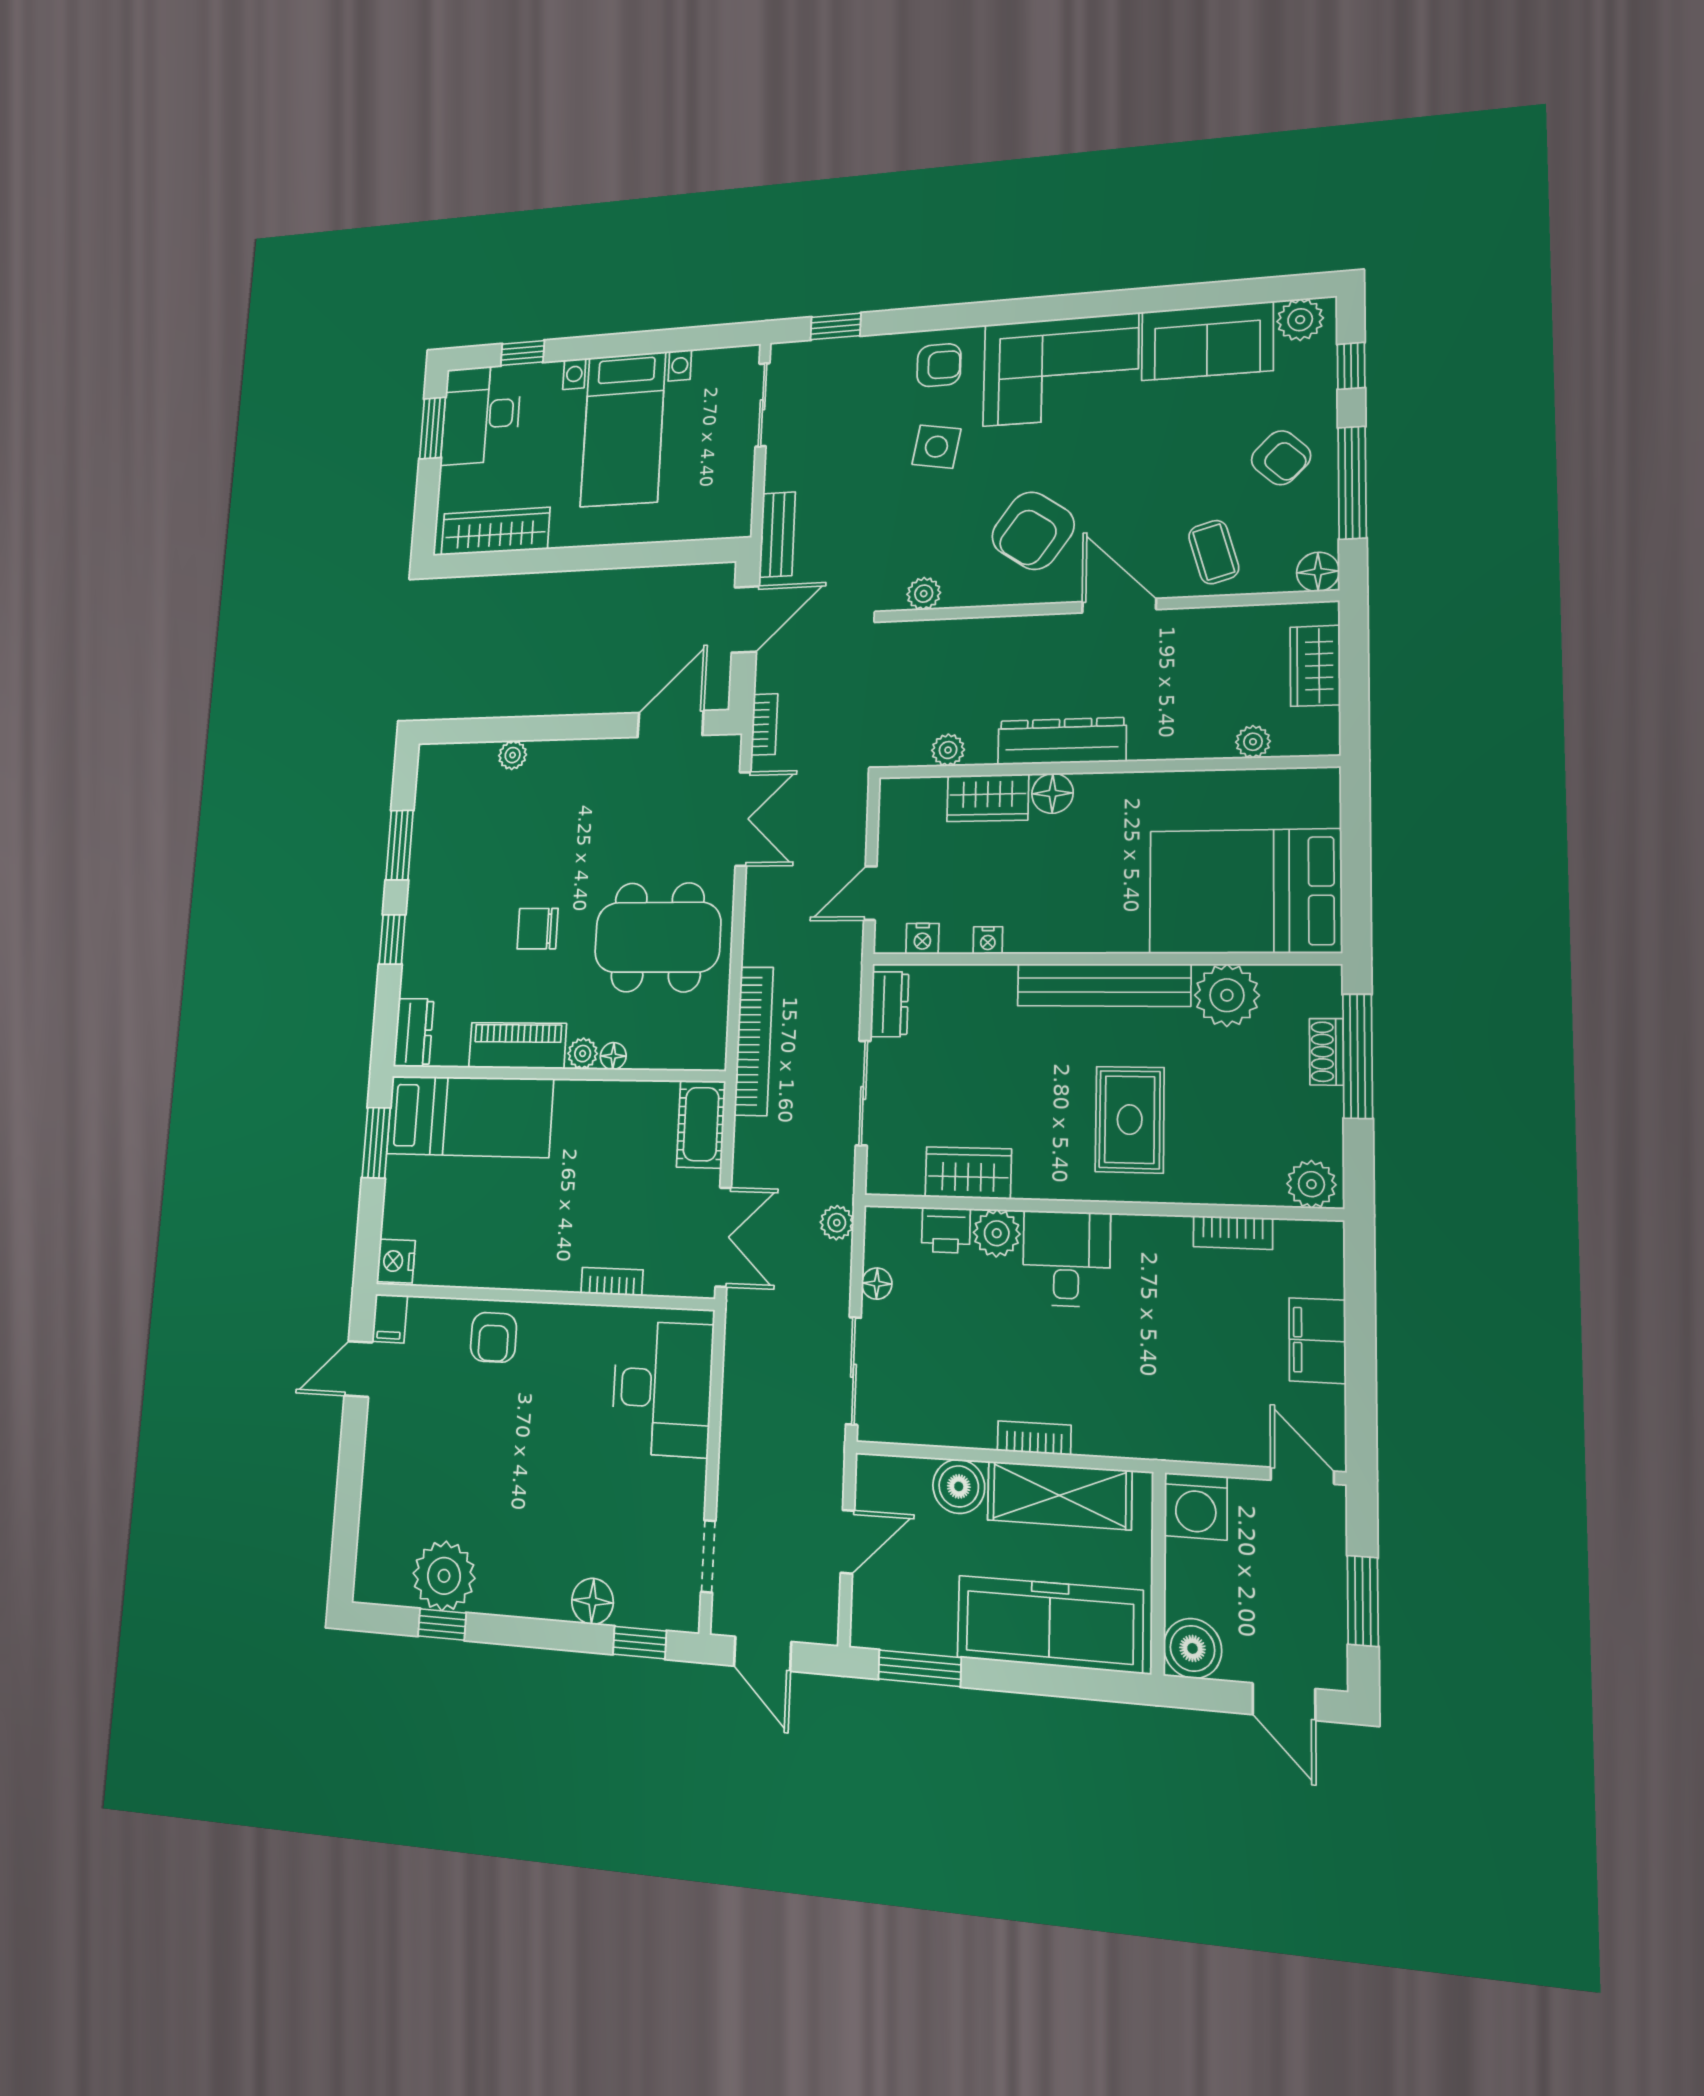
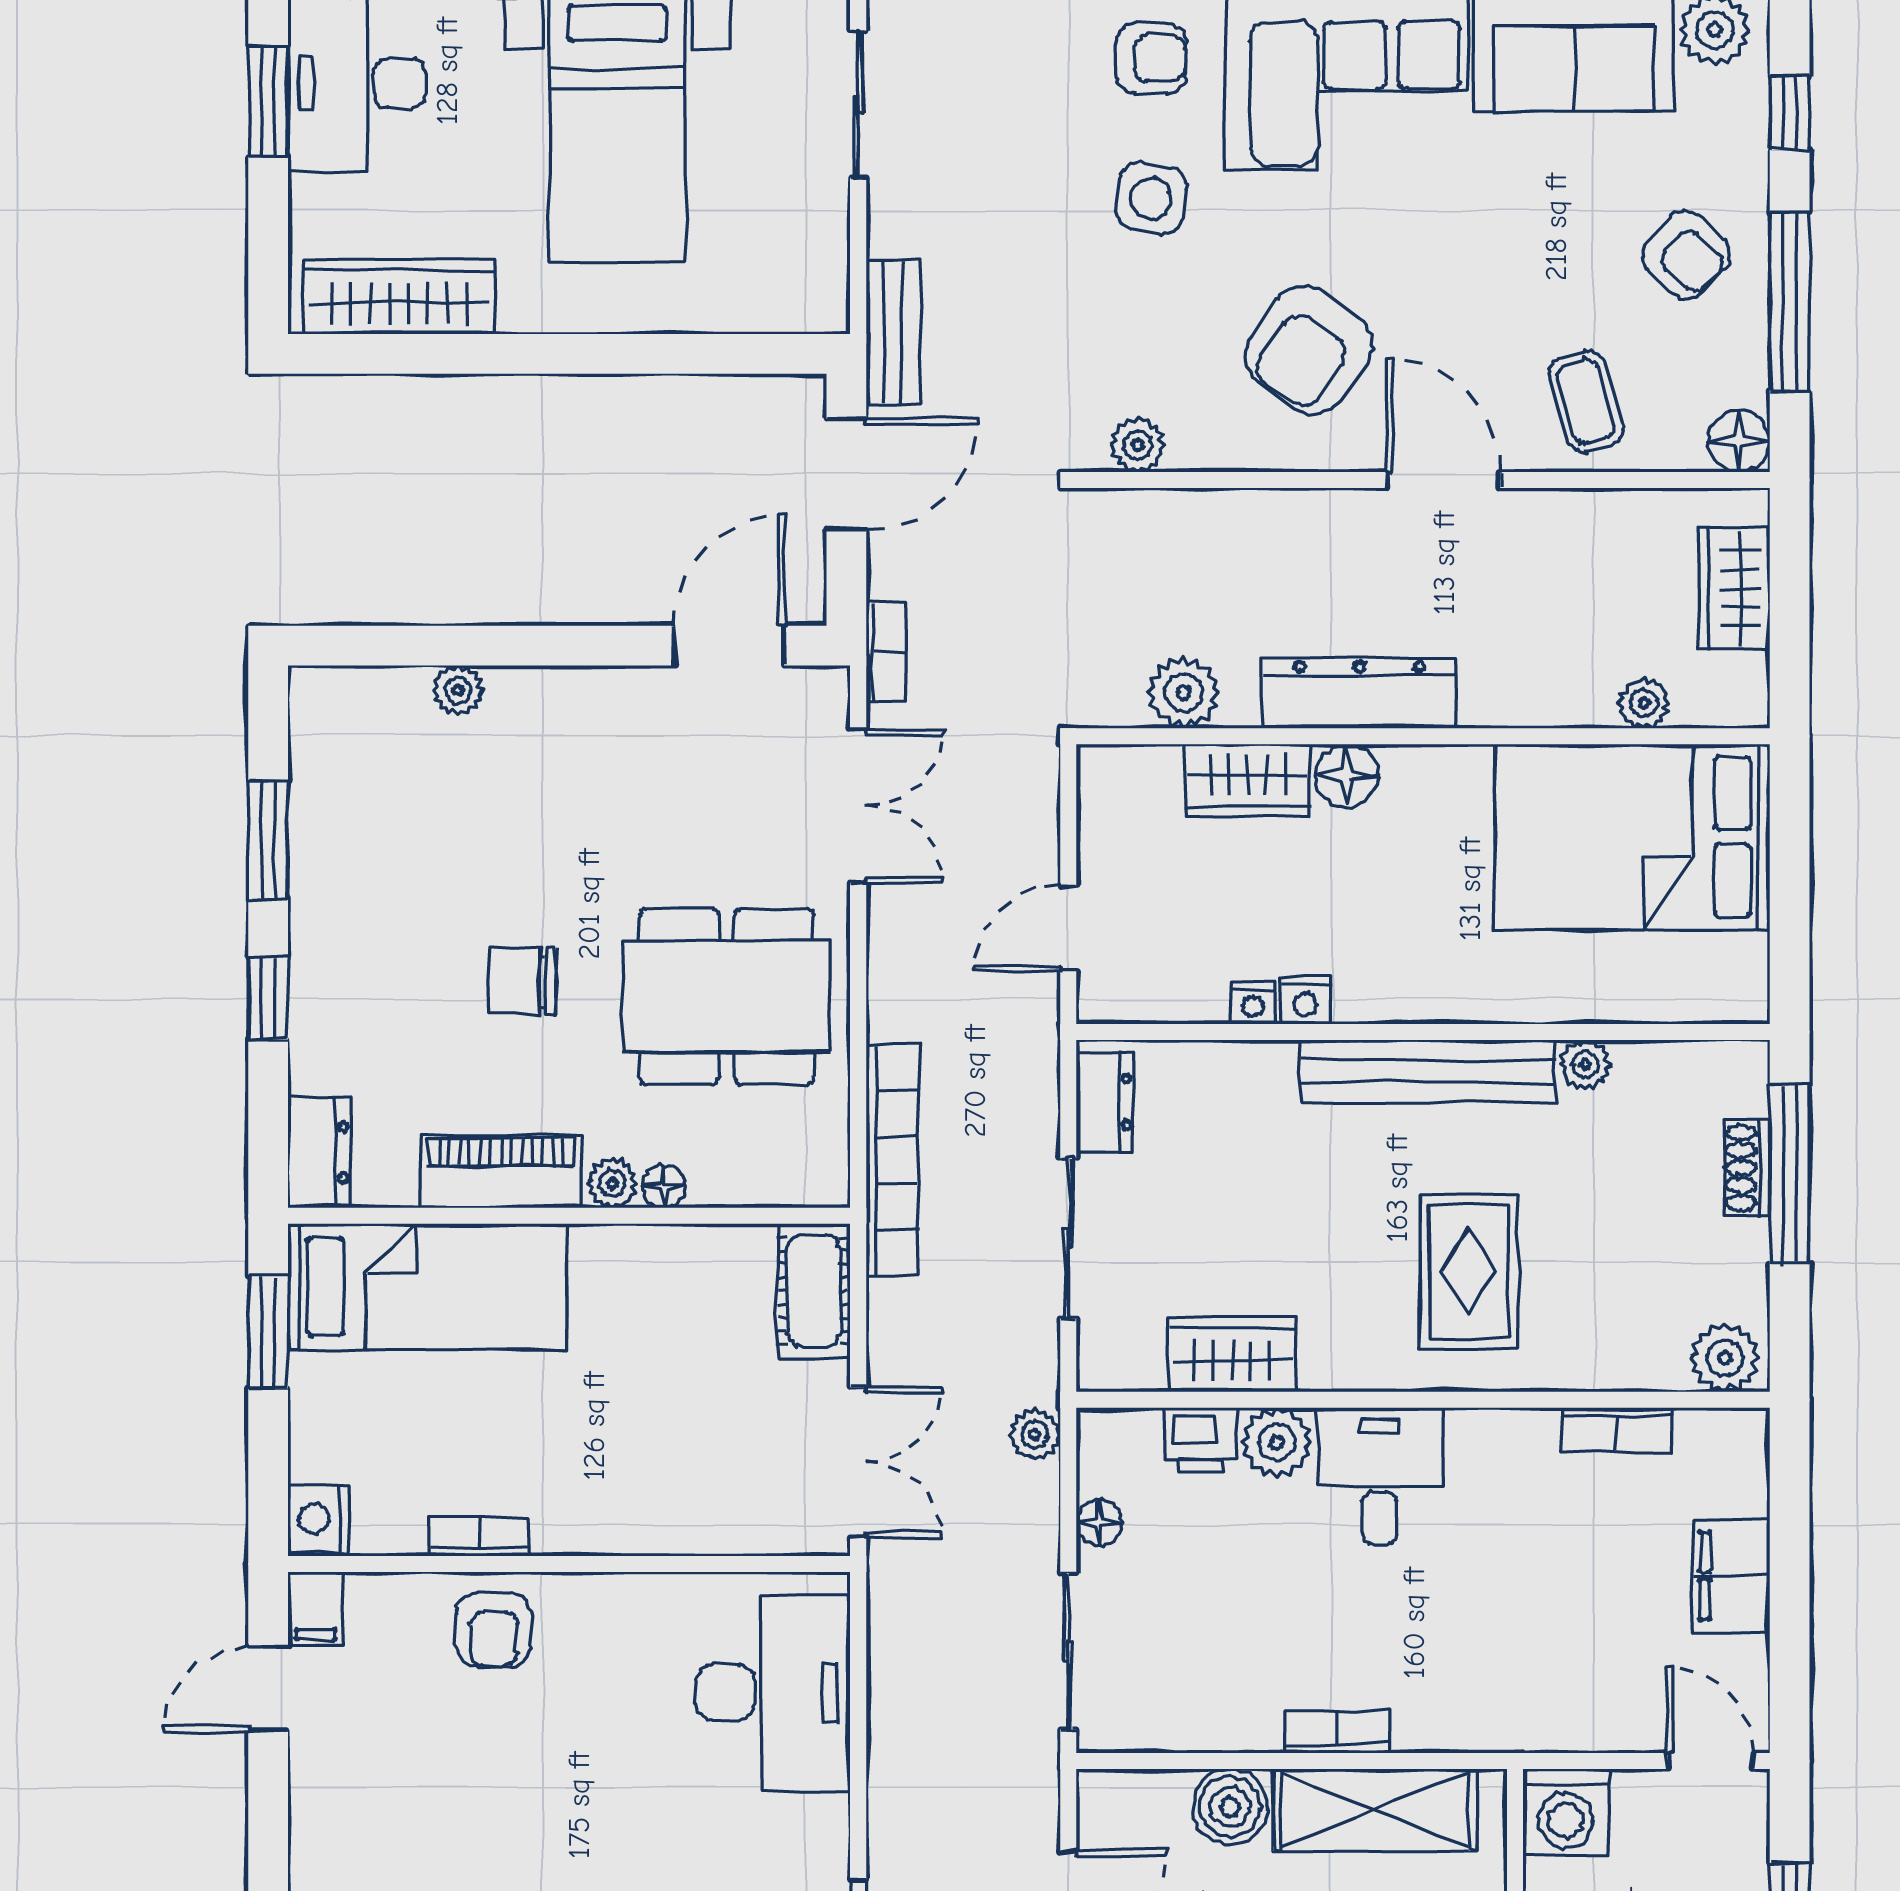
plant: (948, 750) -> (1184, 693), width x1.38, depth x1.38
bed: (1245, 891) -> (1632, 837), moved
nightstand: (922, 939) -> (1306, 1000), moved
plant: (1227, 995) -> (1585, 1065), width x0.53, depth x0.53
bookcase: (612, 1282) -> (479, 1536), moved

